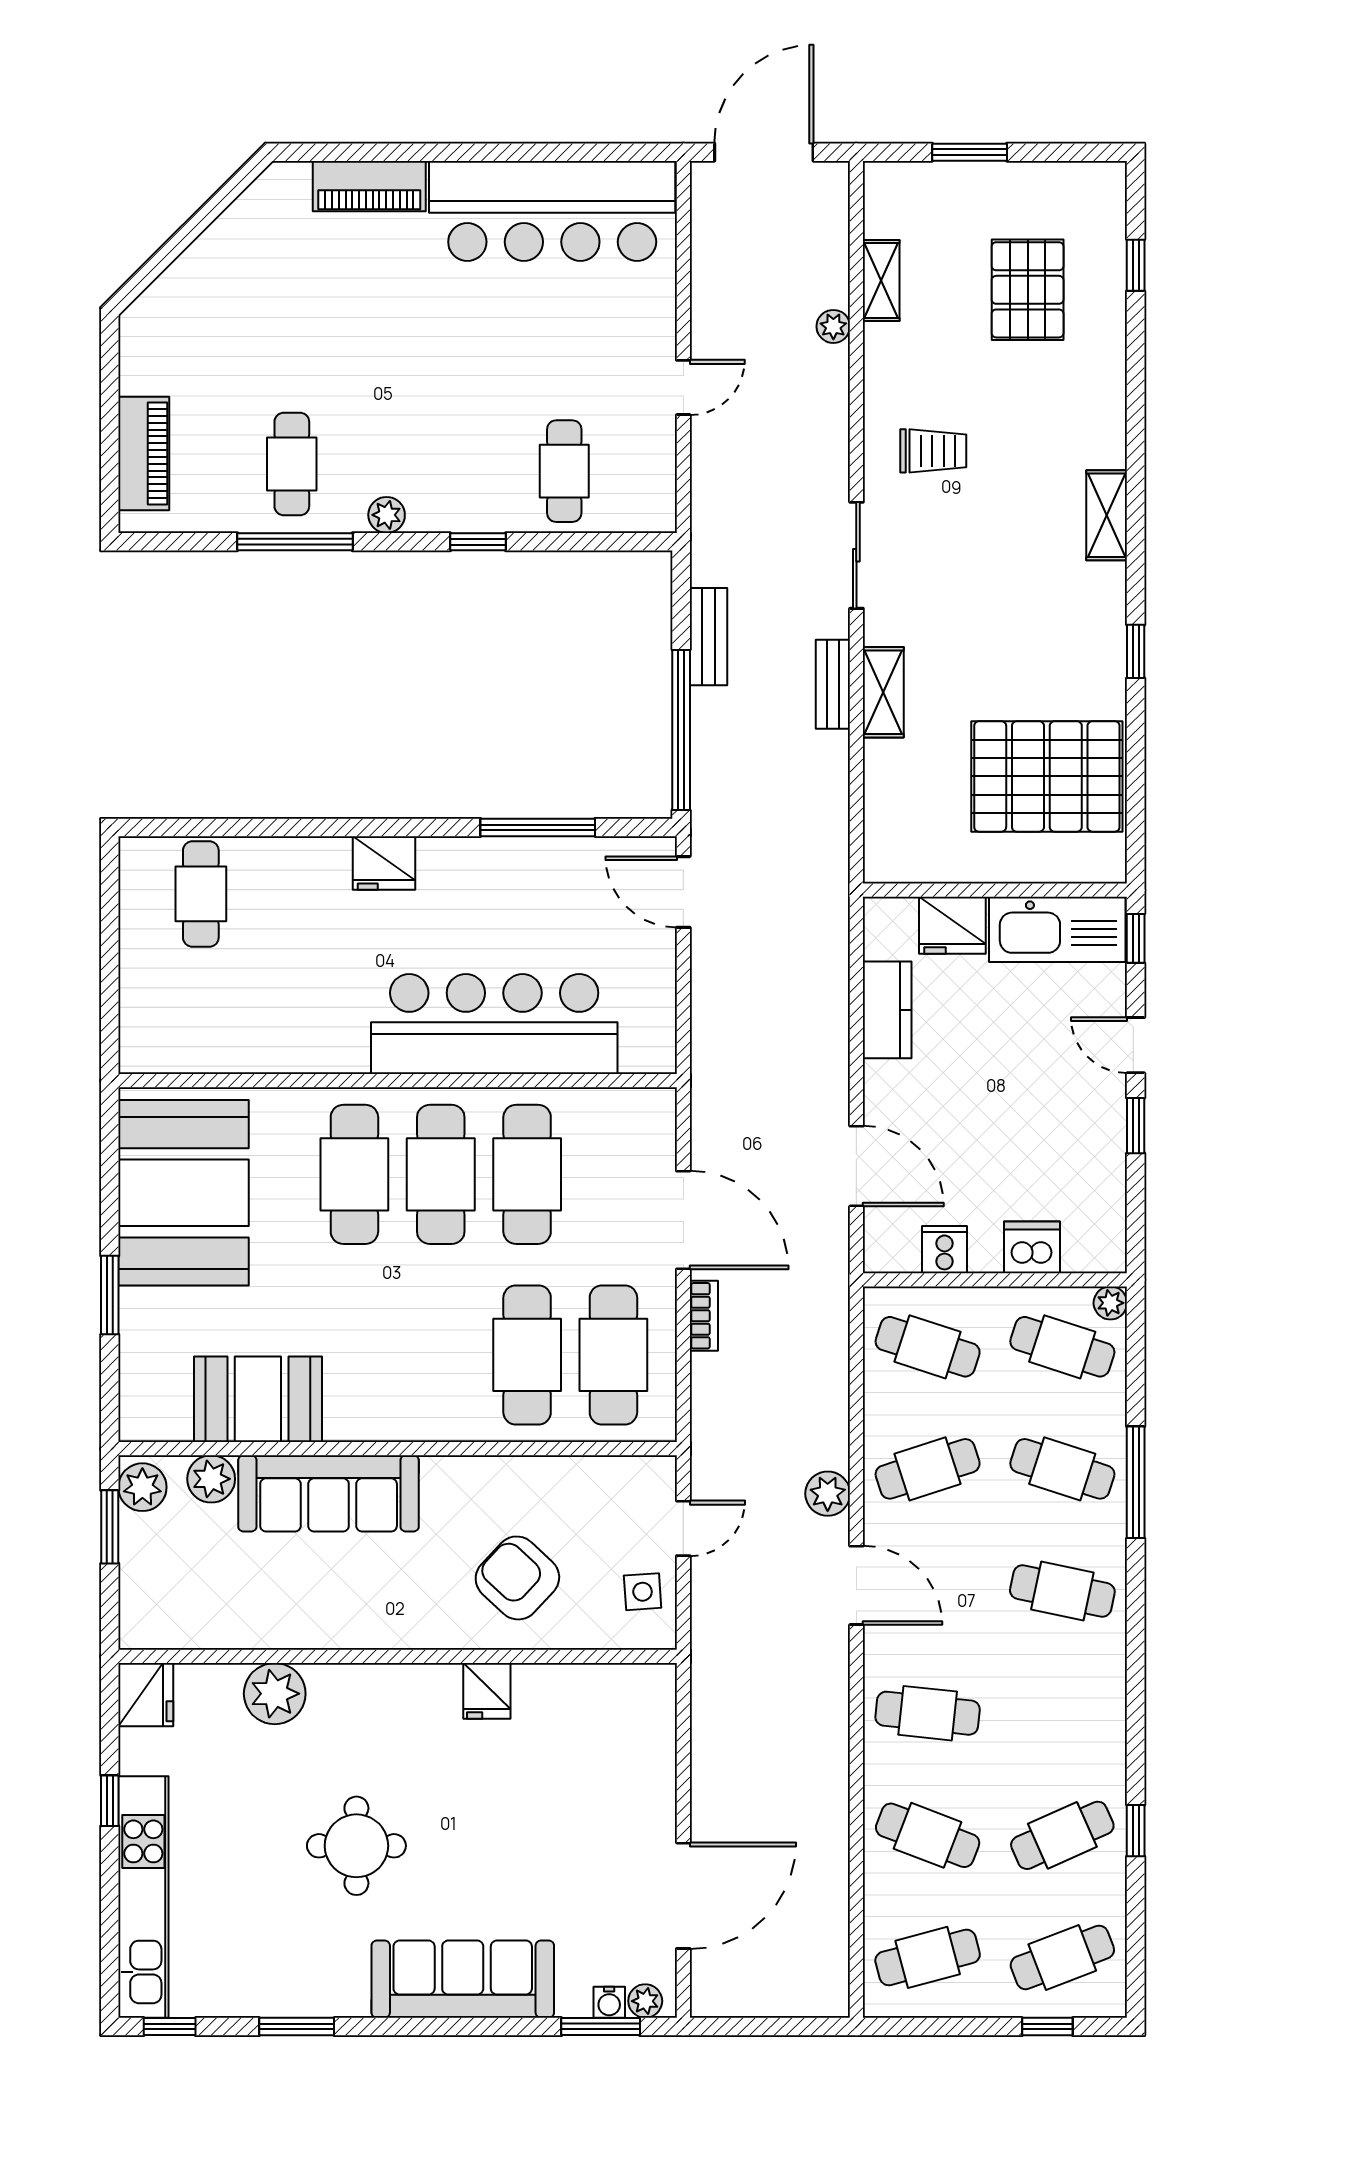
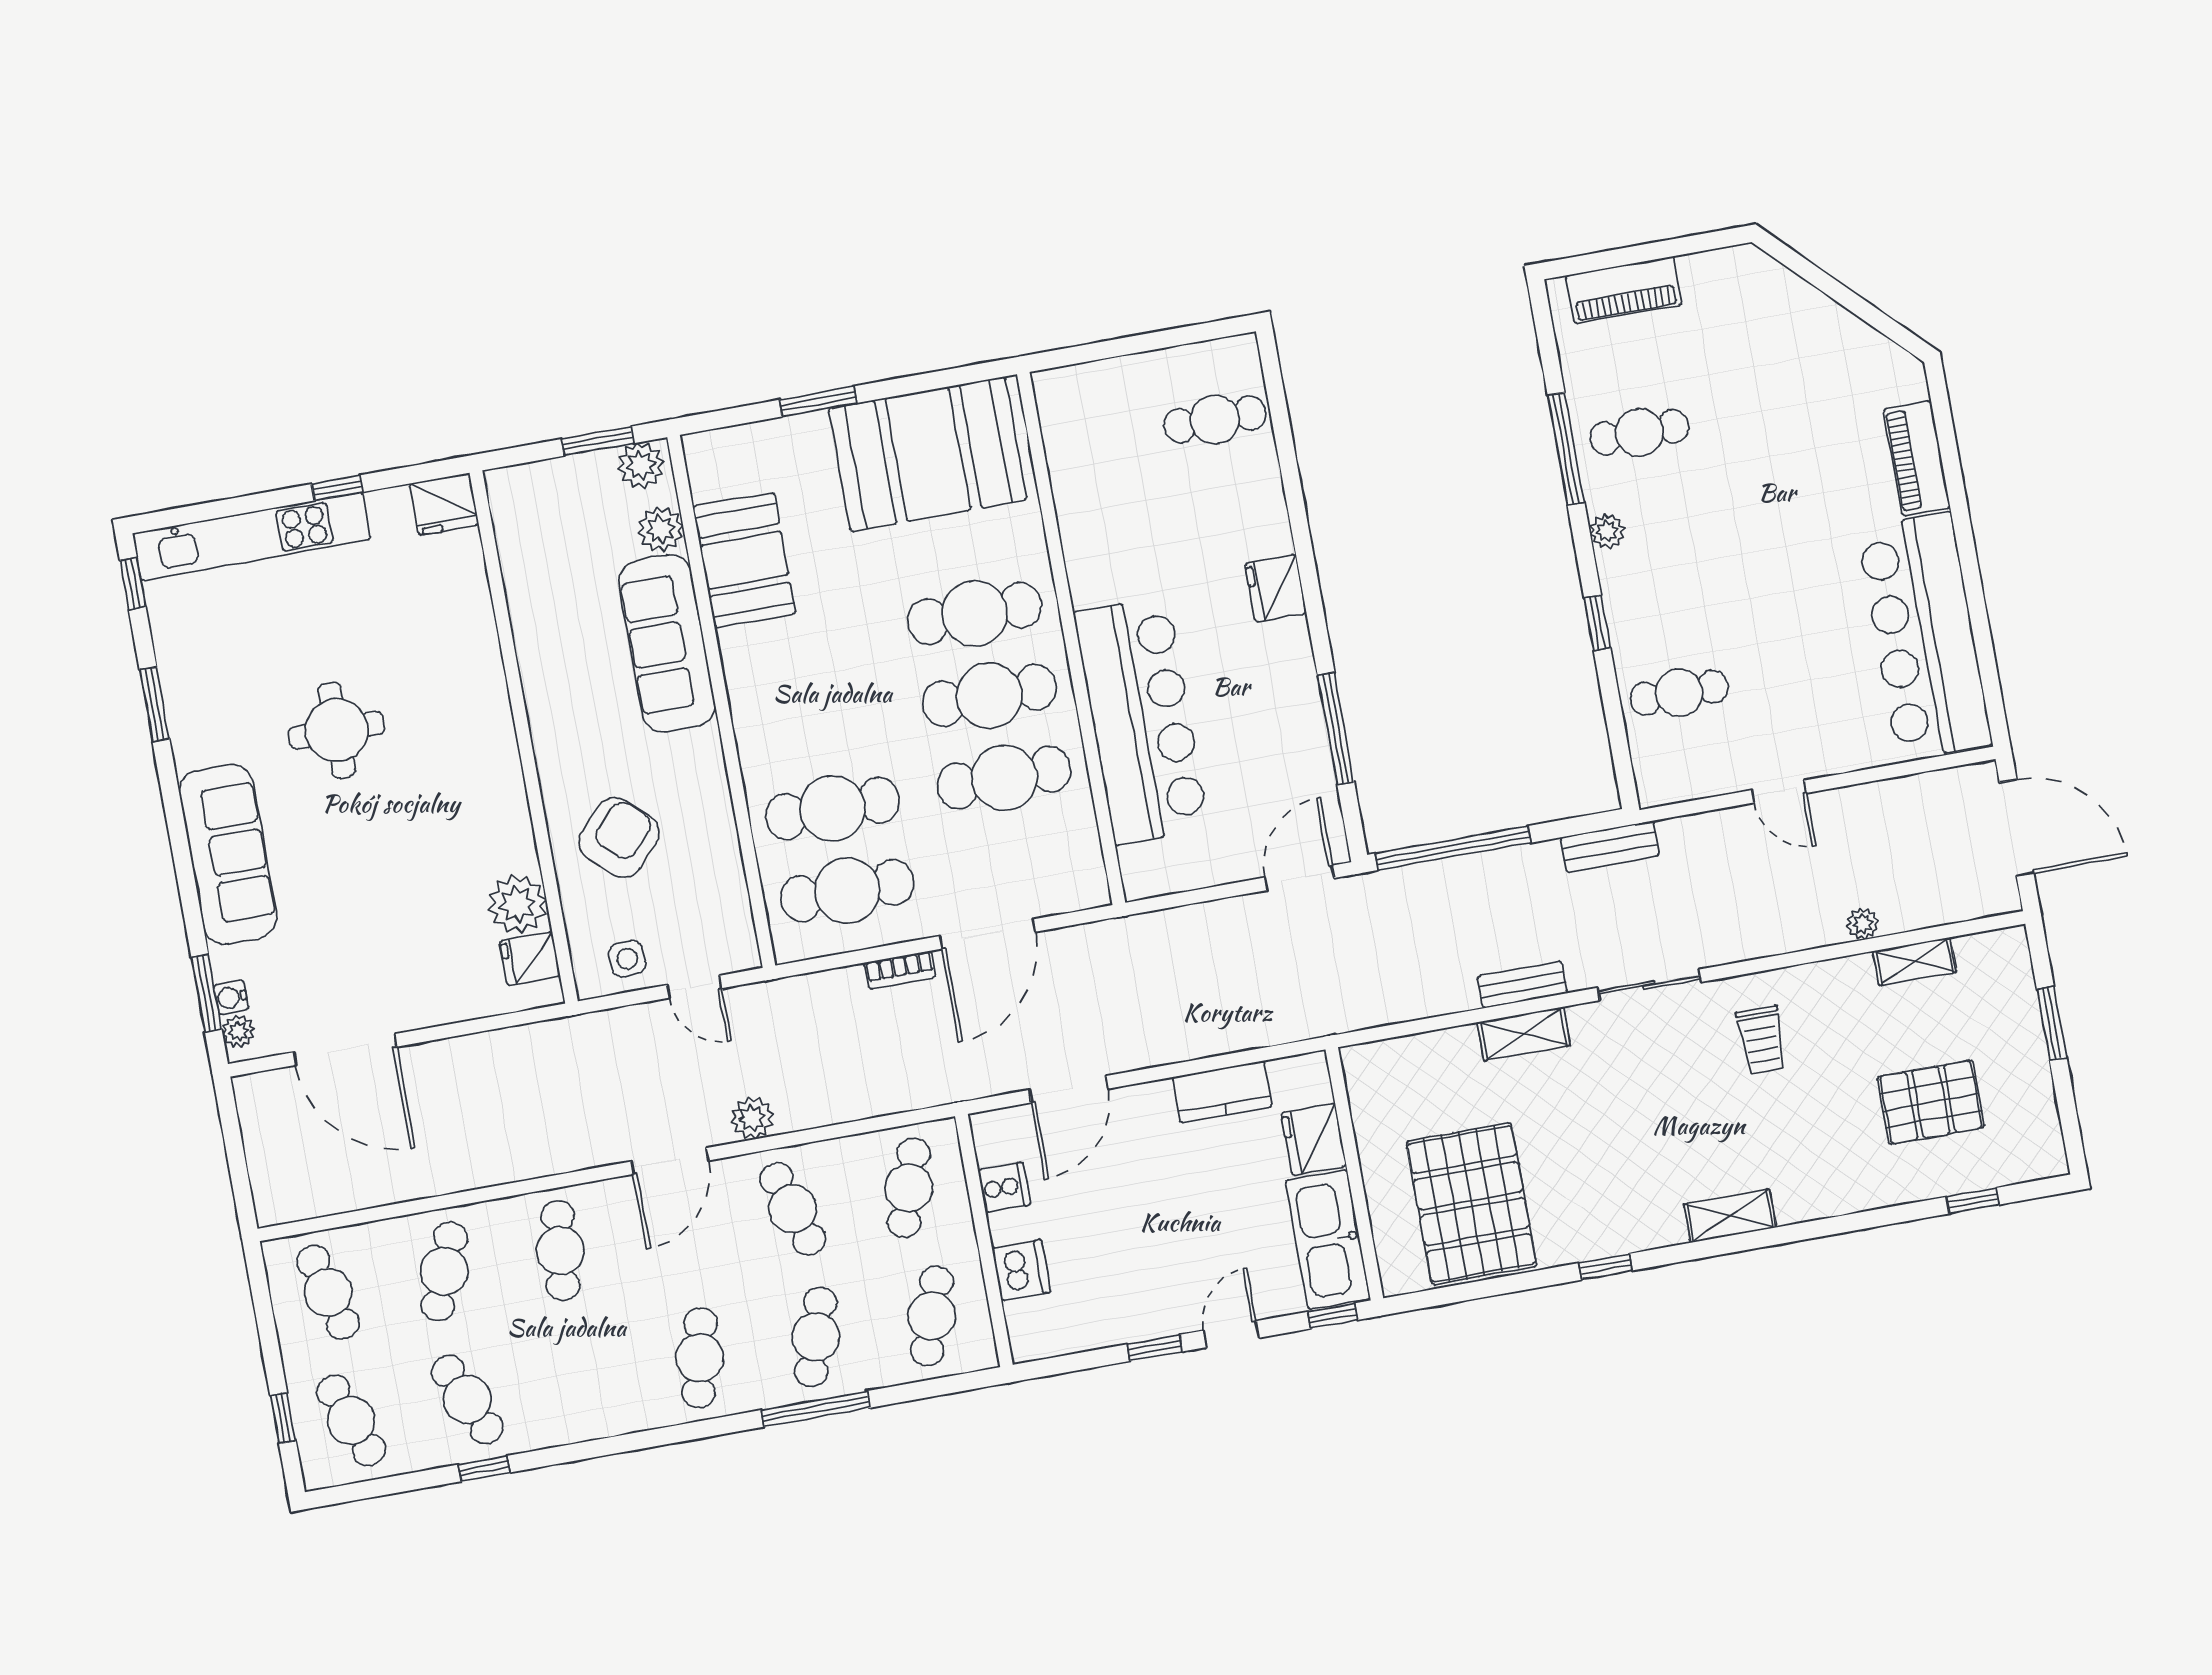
bench: (708, 637) -> (1610, 847), moved
plant: (1110, 1303) -> (982, 1354), removed
fridge: (487, 1691) -> (530, 959), moved
plant: (275, 1694) -> (517, 904), moved

